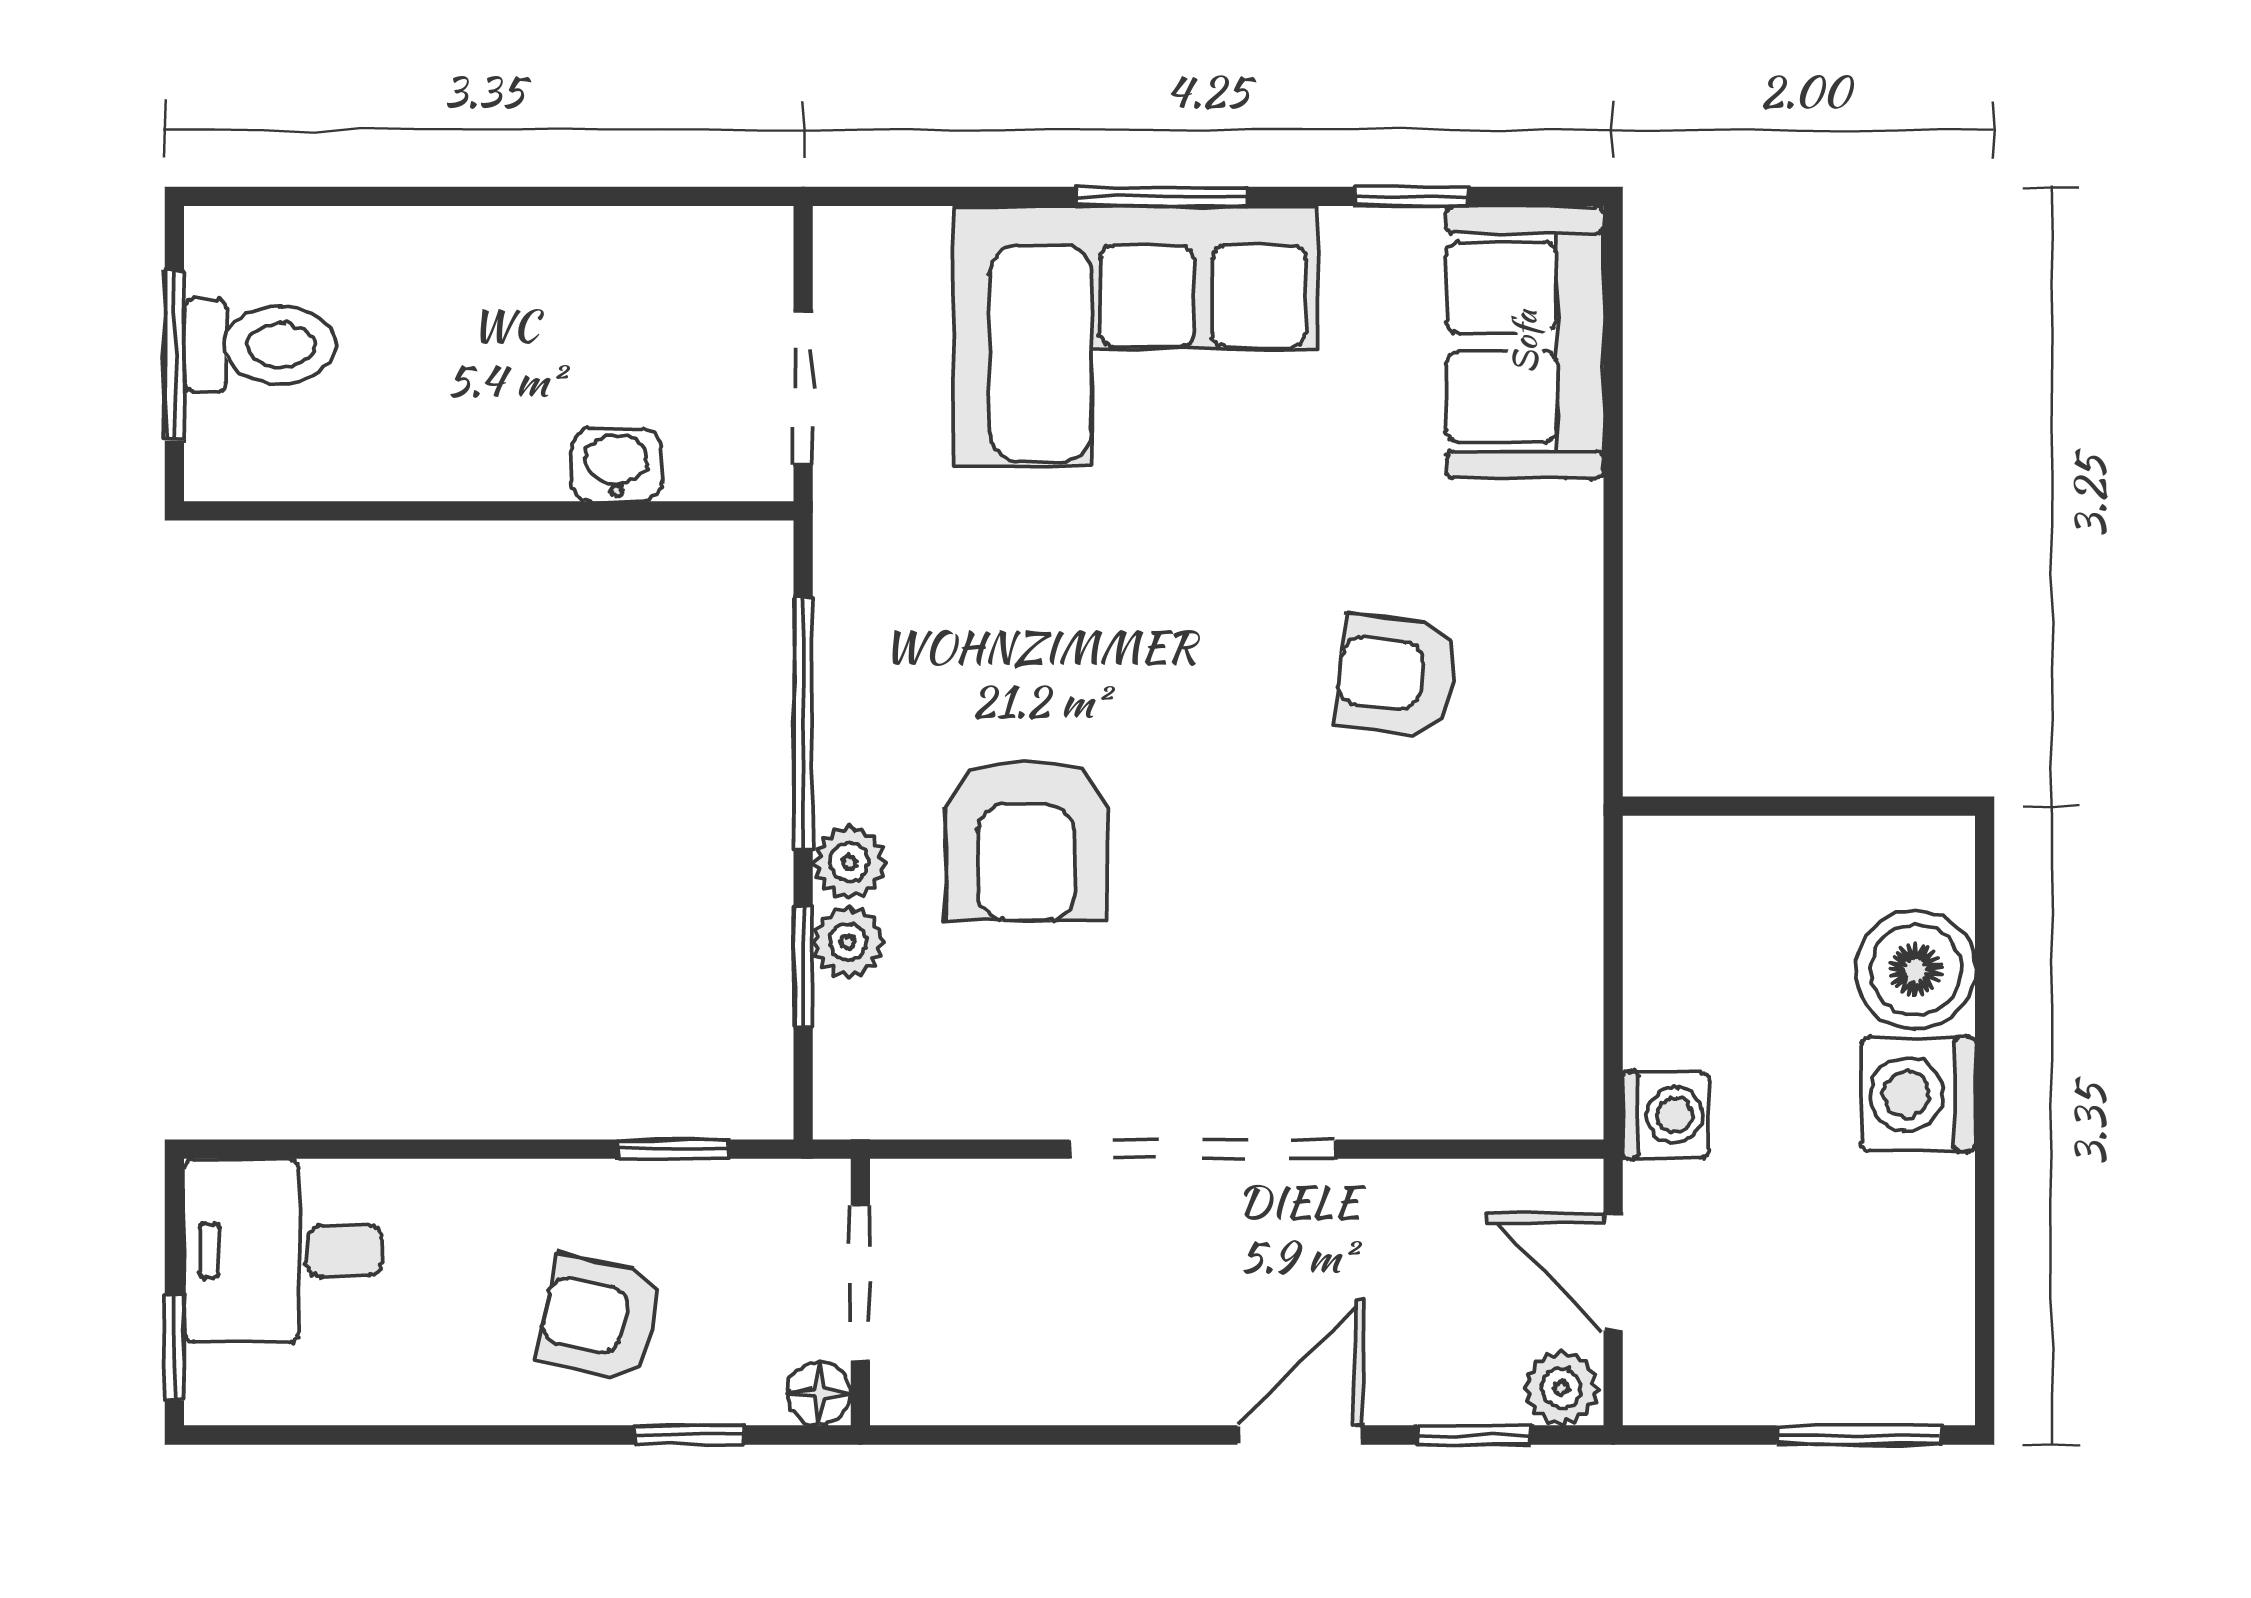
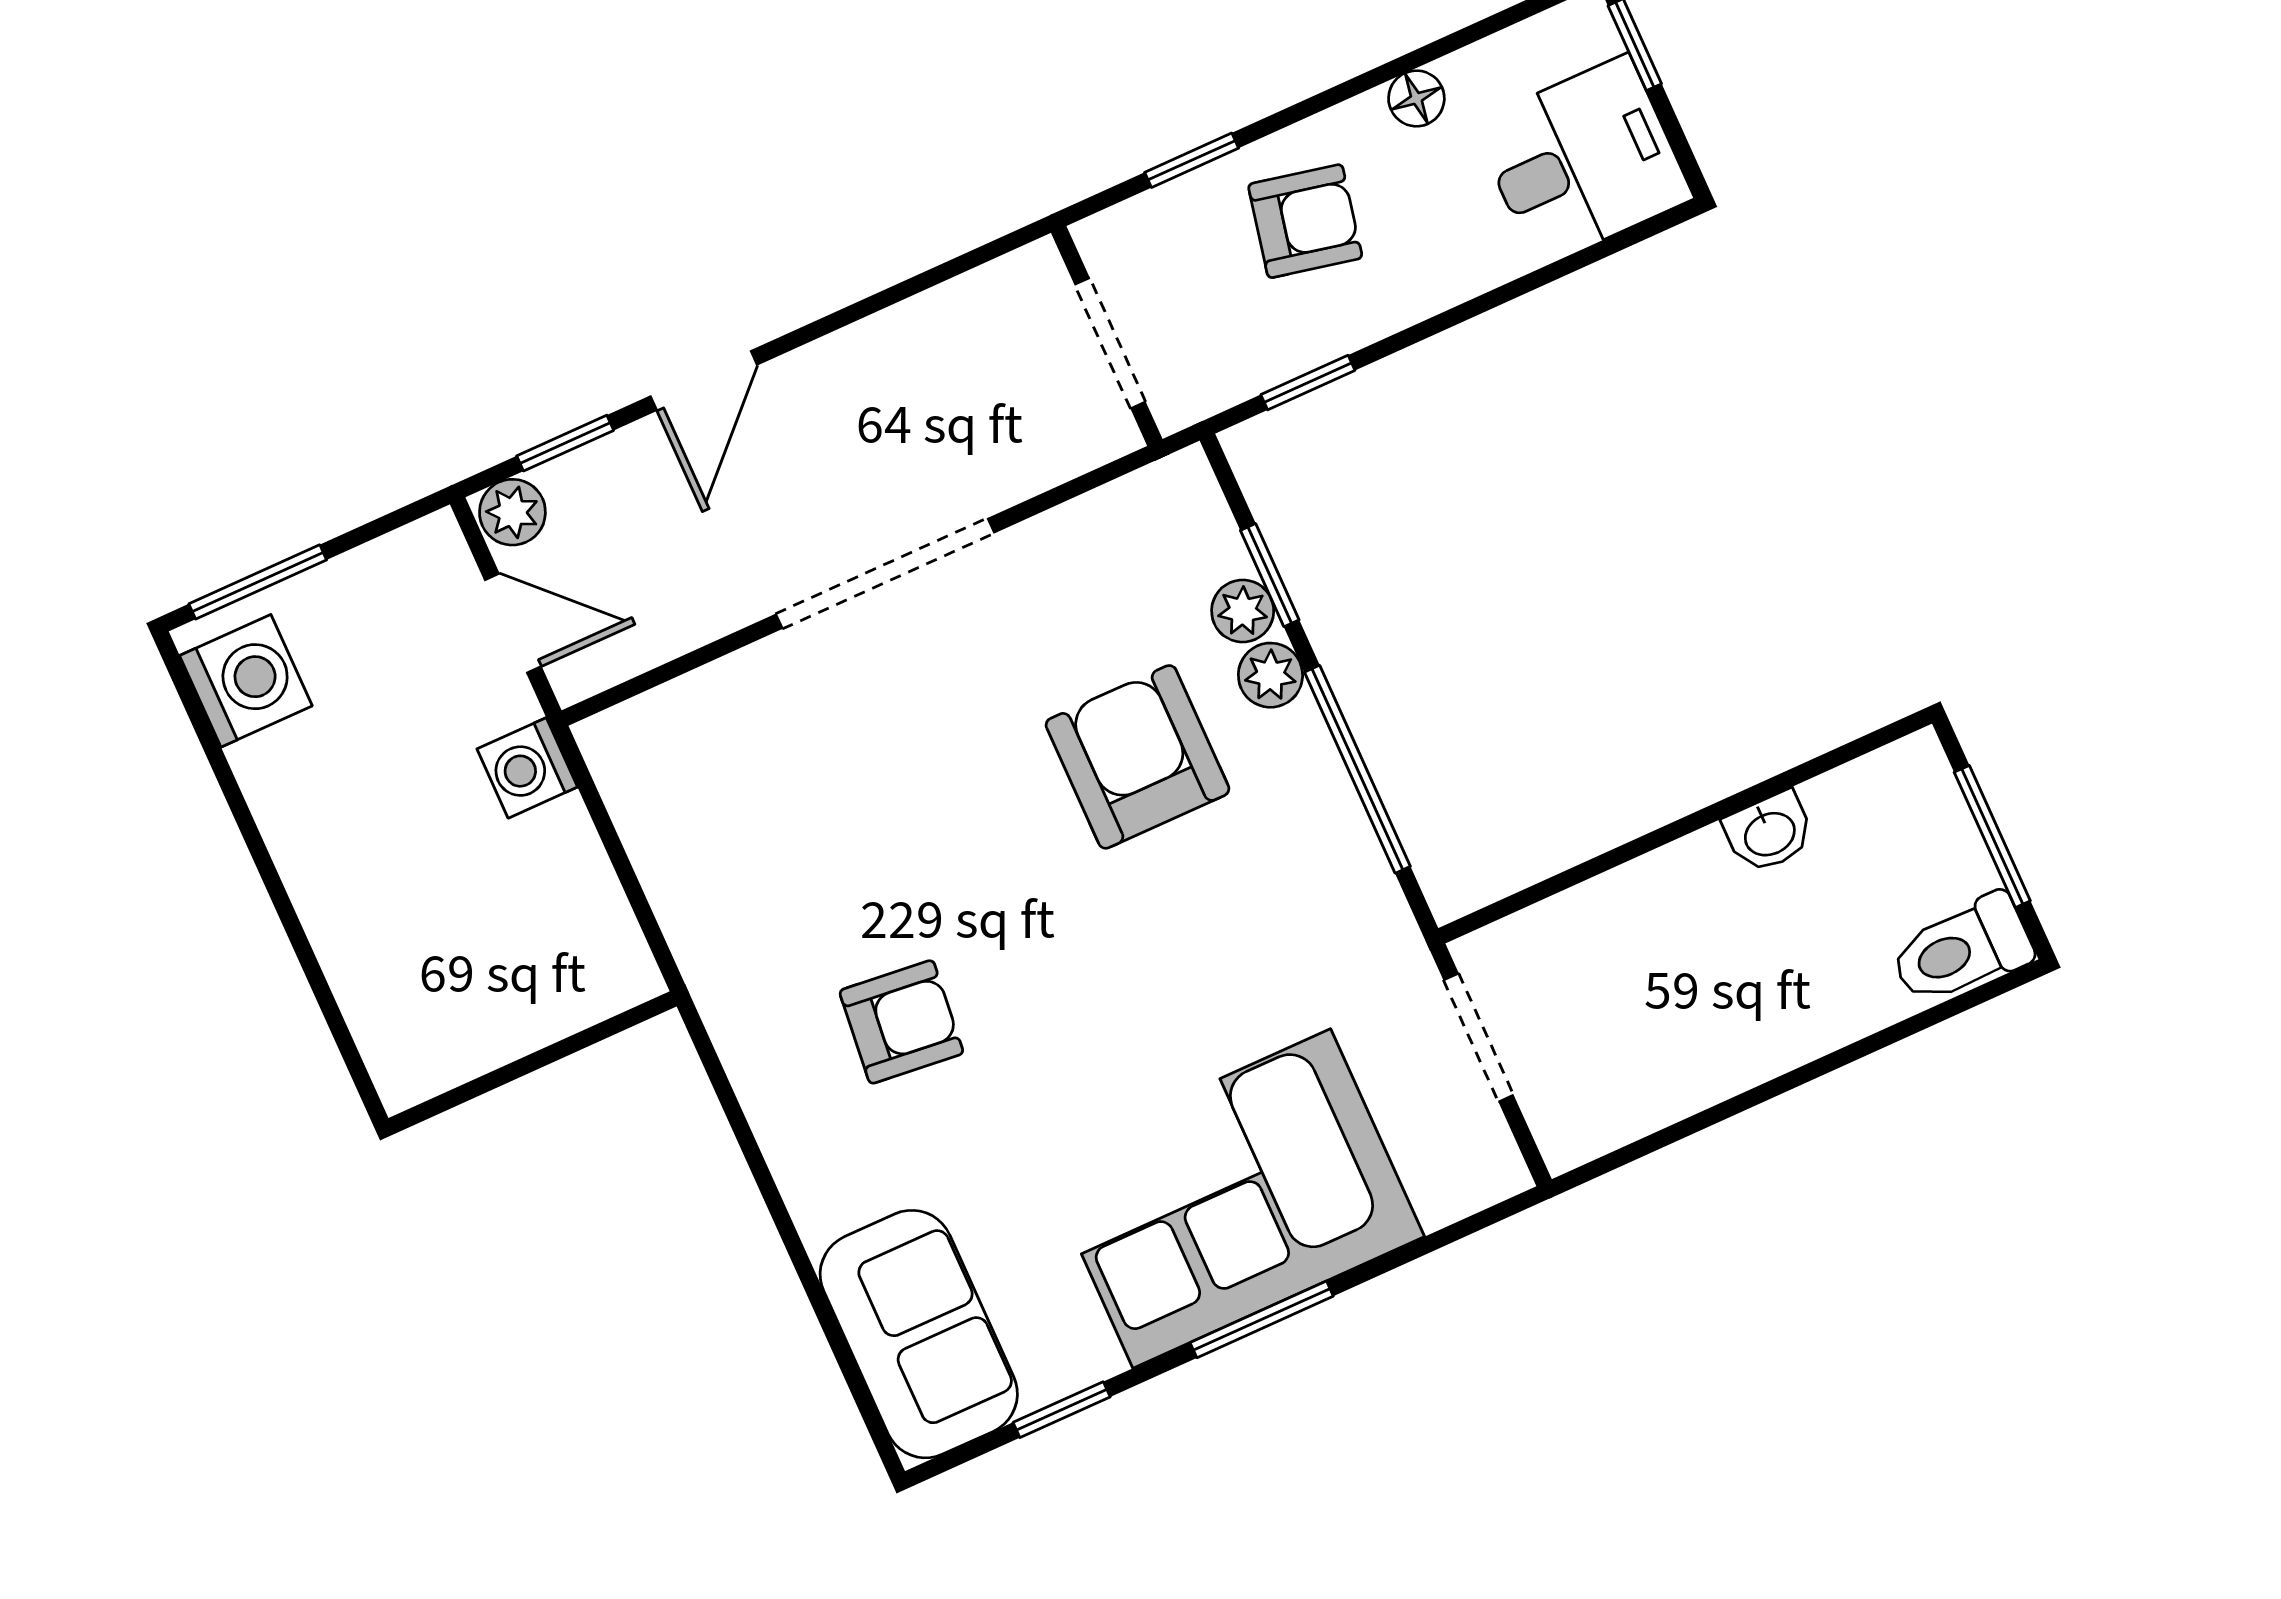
toilet: (260, 345) -> (1961, 950), moved
washbasin: (617, 465) -> (1769, 832), moved
boiler: (1915, 970) -> (381, 974), removed
washing machine: (1918, 1094) -> (246, 681), moved
floor lamp: (819, 1394) -> (1416, 98), moved

